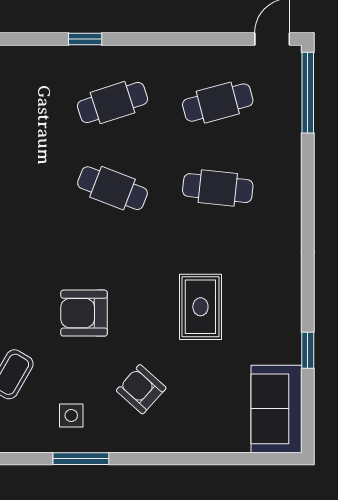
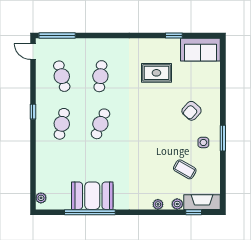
window: (85, 39) -> (33, 112), moved
cafe table: (112, 103) -> (62, 124), turned 30
rug: (200, 307) -> (156, 73), moved
armchair: (84, 313) -> (157, 137), removed

